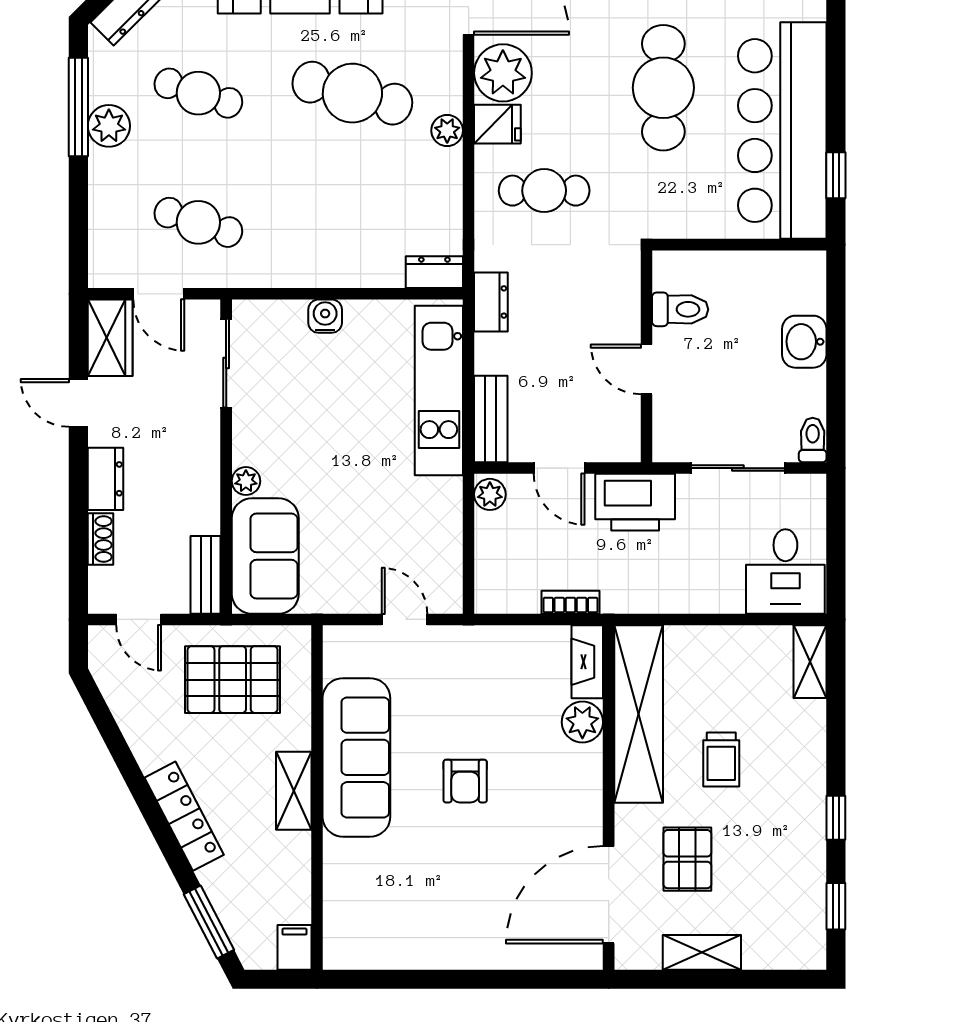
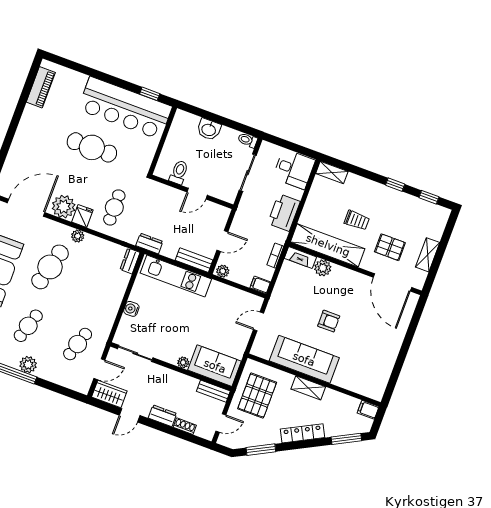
printer: (635, 502) -> (284, 212), moved, turned 180
filing cabinet: (490, 593) -> (260, 285), added
window: (111, 734) -> (261, 450), added

